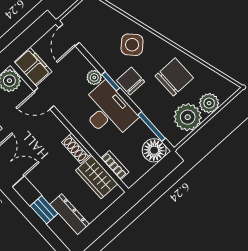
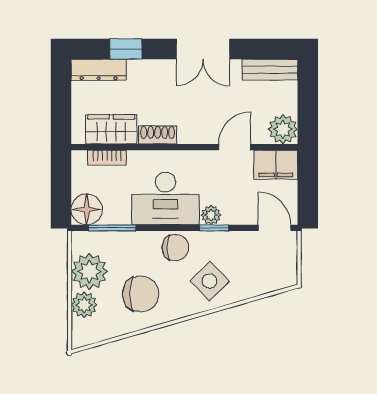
chair: (174, 77) -> (141, 294), turned -90
window: (111, 81) -> (214, 228), moved

